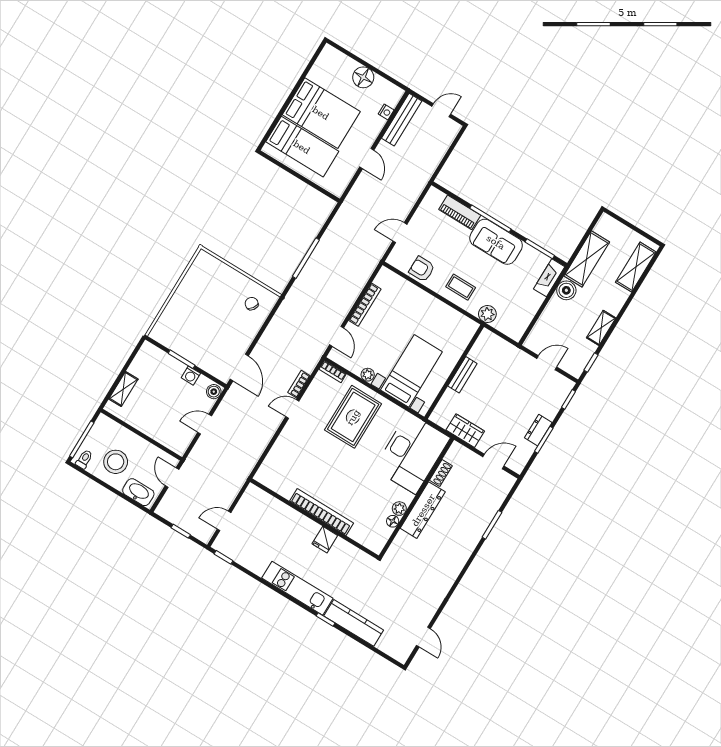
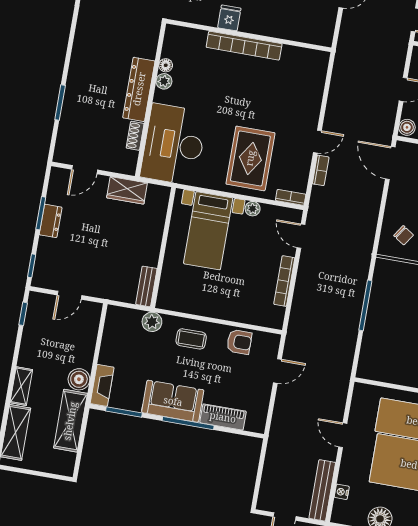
shelving: (601, 328) -> (21, 386), moved
bench: (462, 375) -> (146, 286), moved

